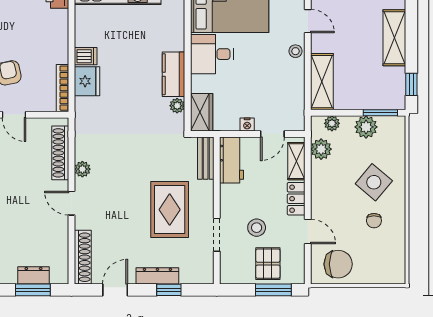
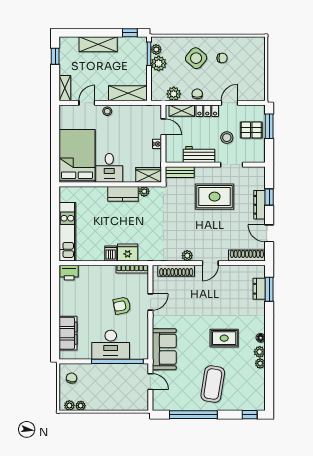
plant: (332, 123) -> (156, 49), moved
workbench: (232, 160) -> (199, 155), moved
chair: (338, 264) -> (197, 94), moved, width x0.54, depth x0.54

